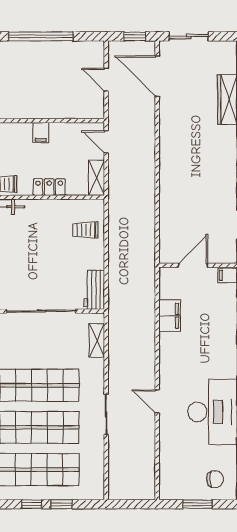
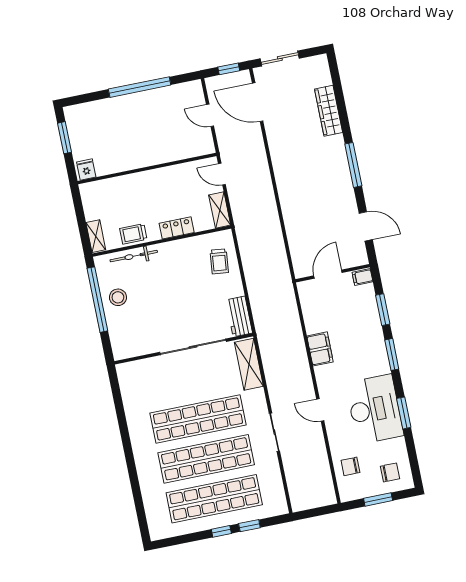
filing cabinet: (41, 133) -> (158, 178), removed
trolley: (85, 230) -> (219, 261), turned -84
filing cabinet: (170, 316) -> (320, 349), moved
shelving: (97, 340) -> (249, 364), width x1.50, depth x1.33
chair: (176, 465) -> (350, 466), added

